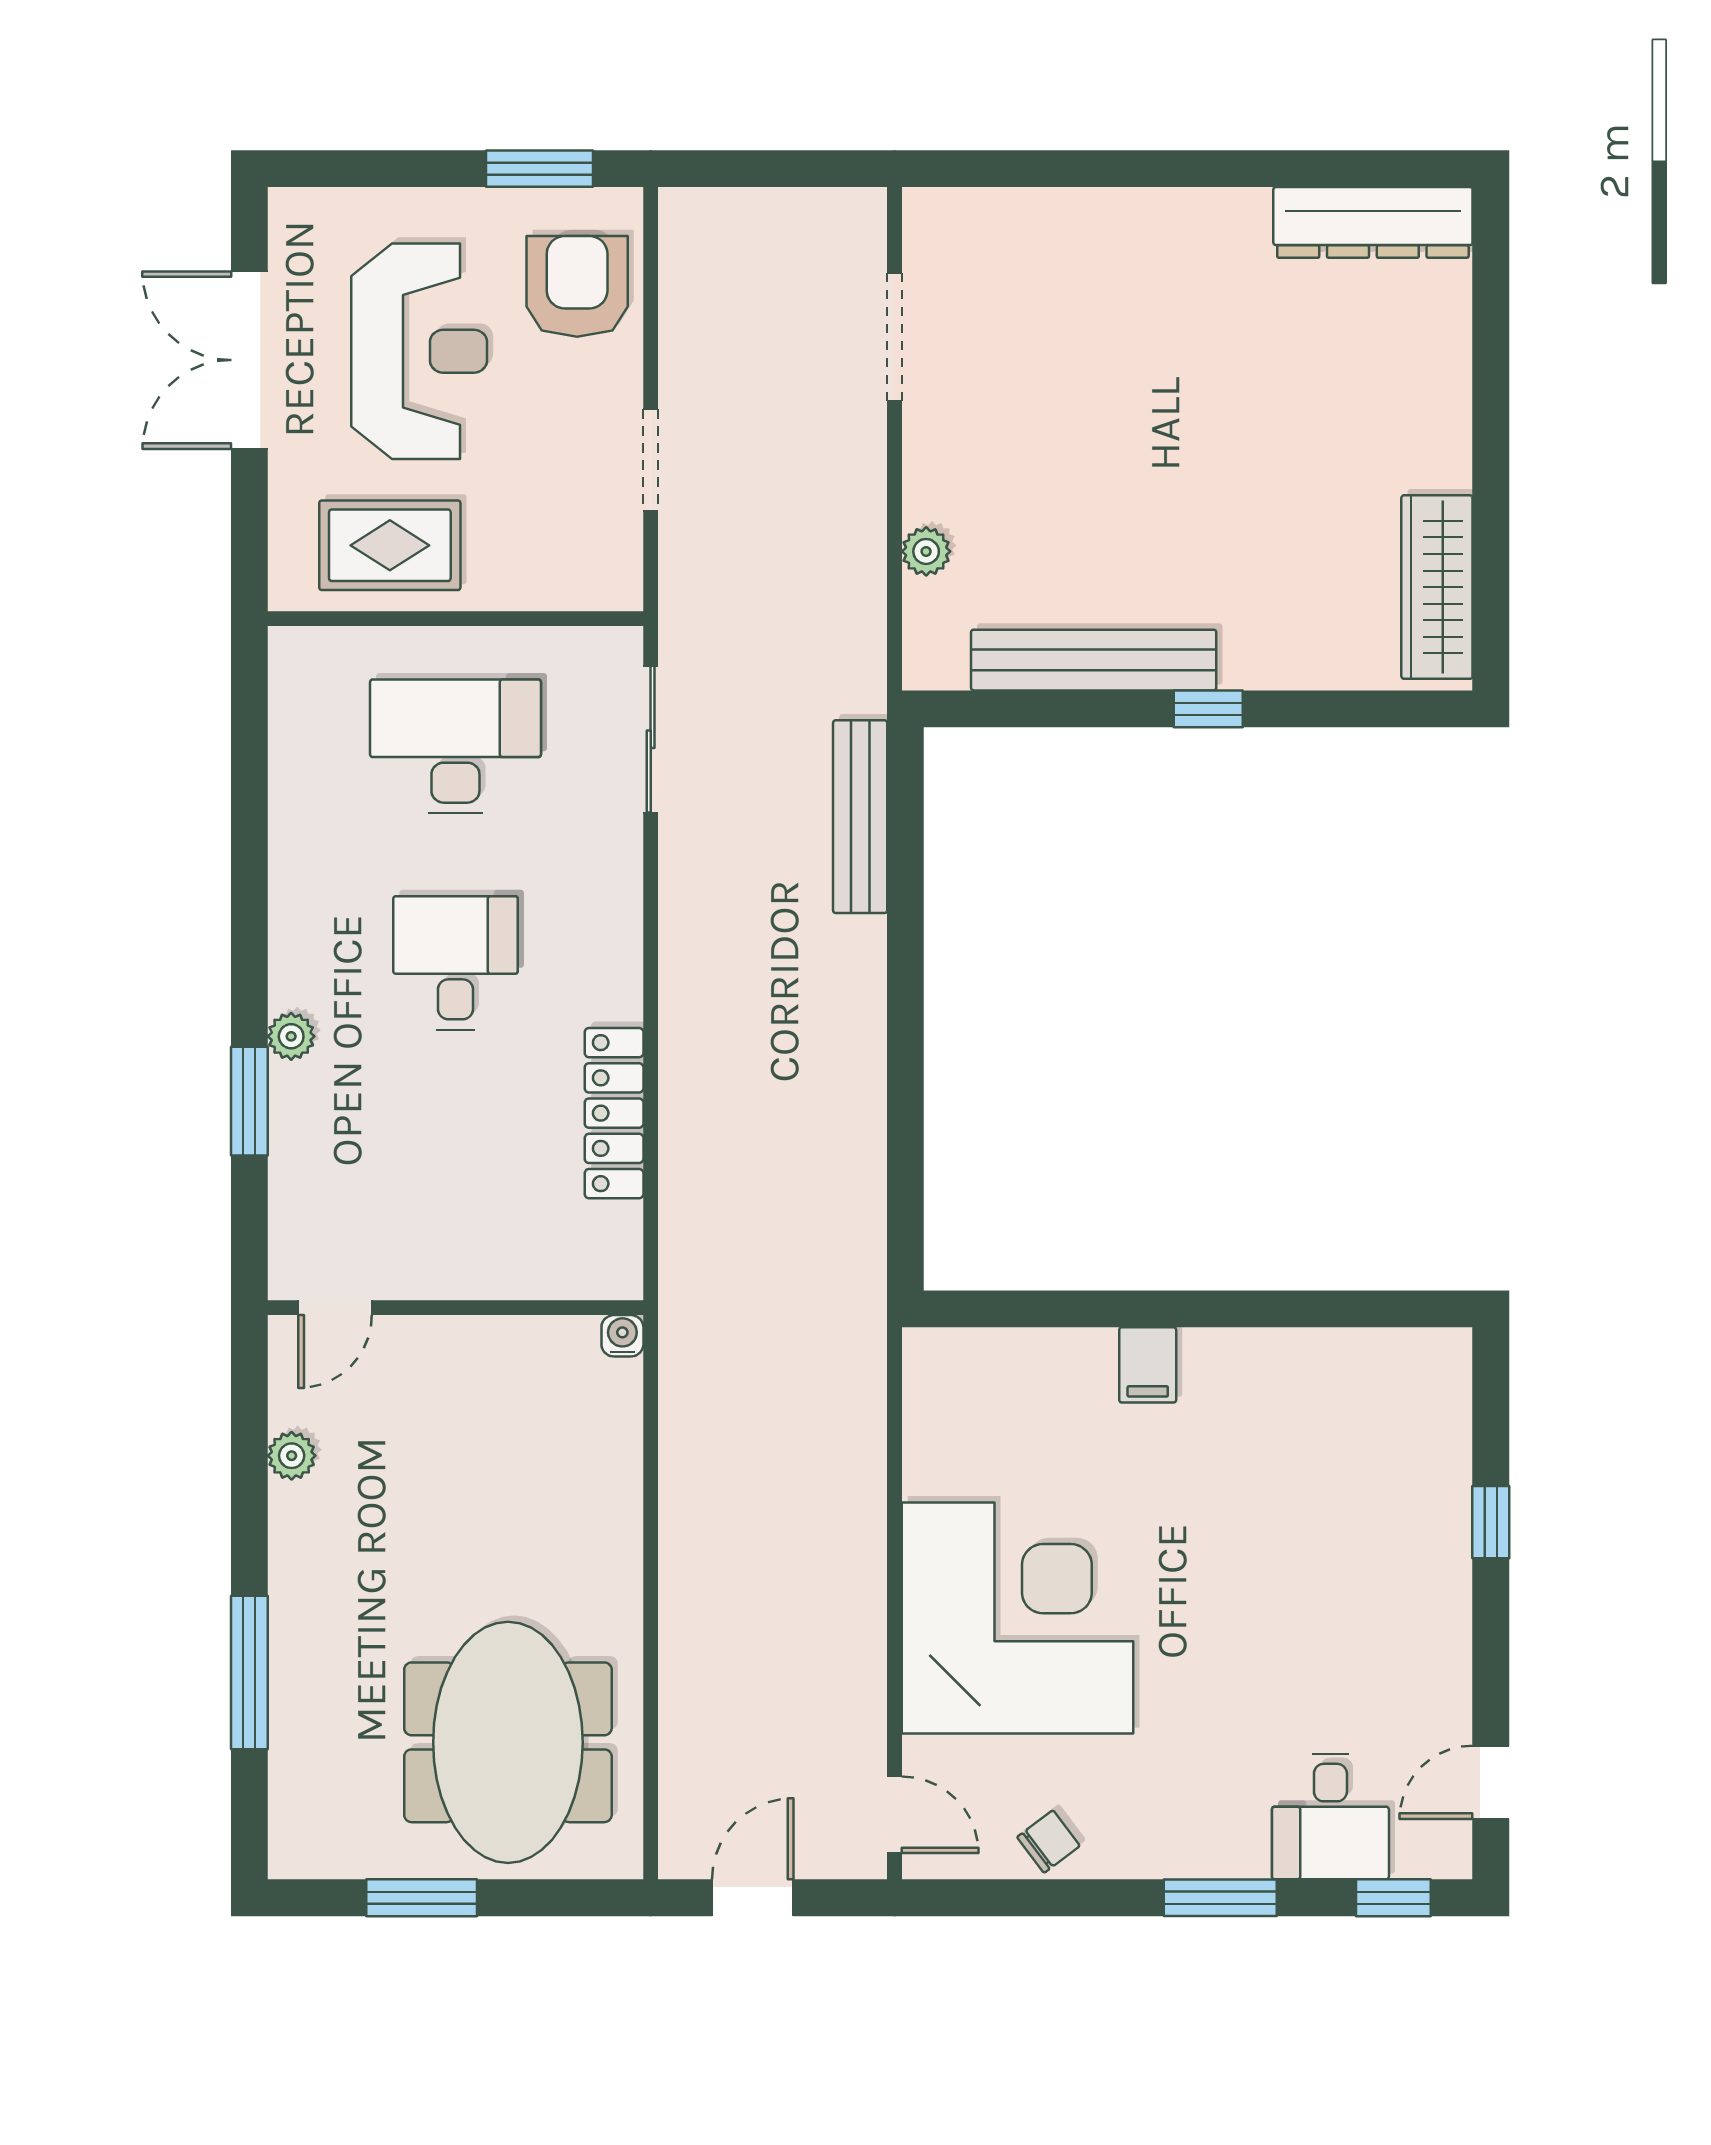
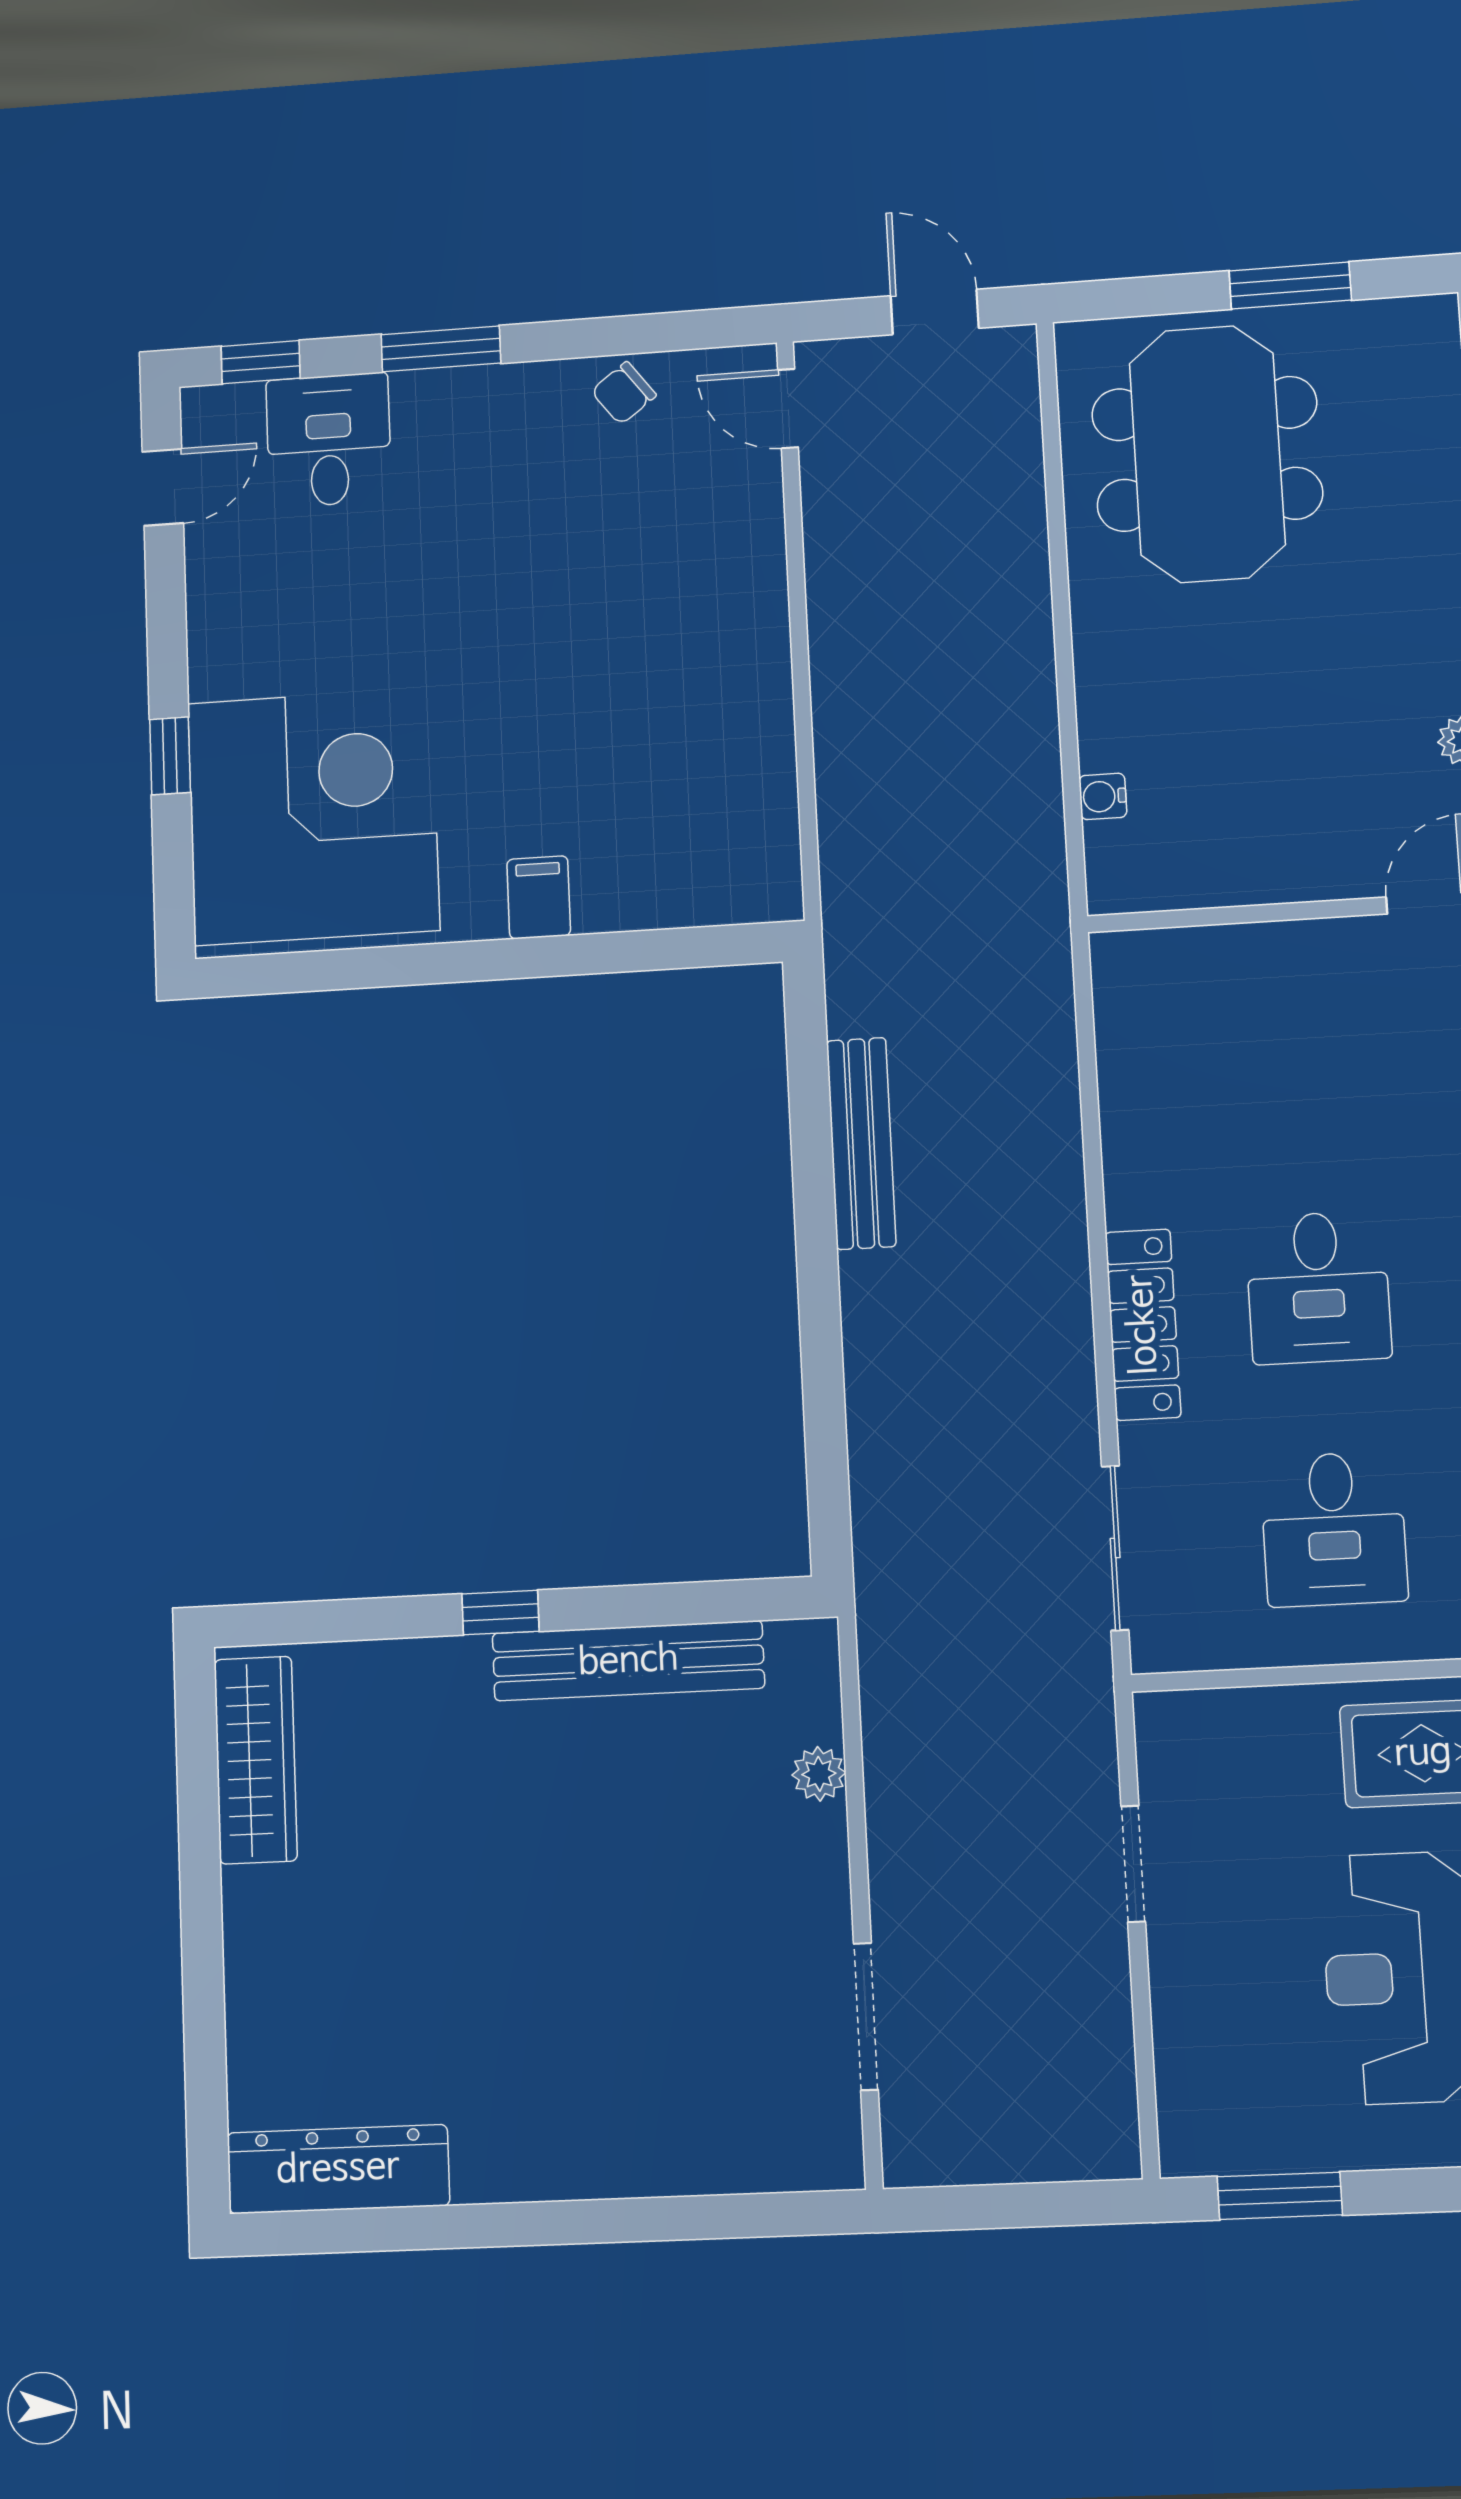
armchair: (577, 286) -> (1228, 2060), removed
desk: (455, 746) -> (1334, 1529), width x0.73
bench: (860, 817) -> (861, 1143), moved
locker: (614, 1113) -> (1143, 1325), moved
water cooler: (622, 1336) -> (1103, 796), moved, turned 90
corner desk: (1018, 1618) -> (313, 816), moved, turned 180
door: (753, 1898) -> (935, 312), swing flipped

